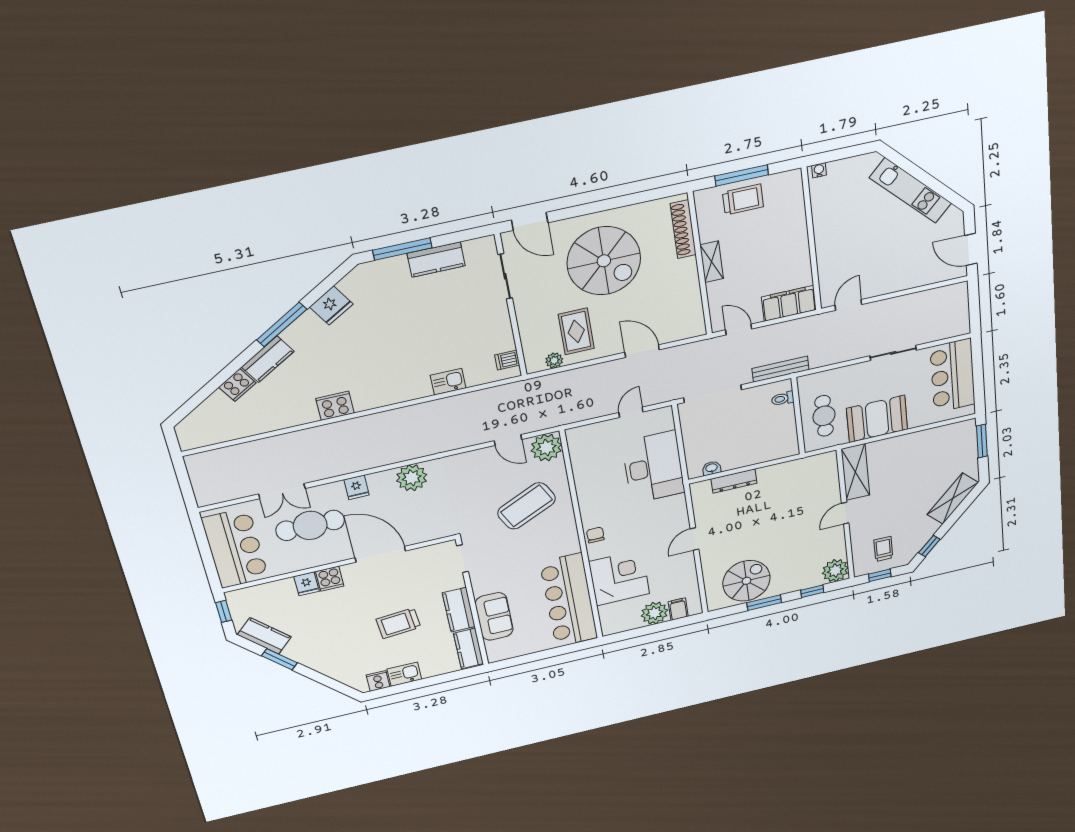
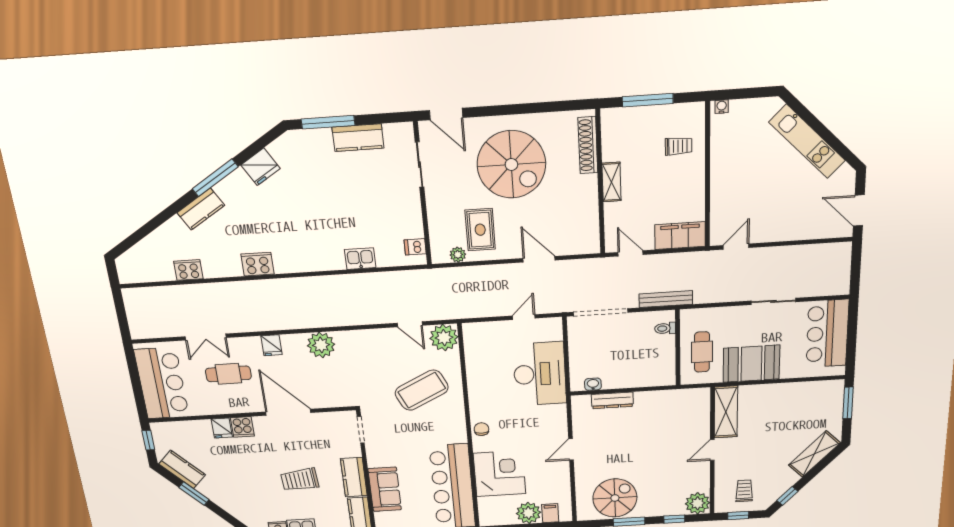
trolley: (743, 200) -> (679, 146), moved, width x0.73, depth x0.72
cooker: (237, 385) -> (188, 270), moved, turned -149
cafe table: (310, 525) -> (228, 374), width x0.73, depth x0.74

